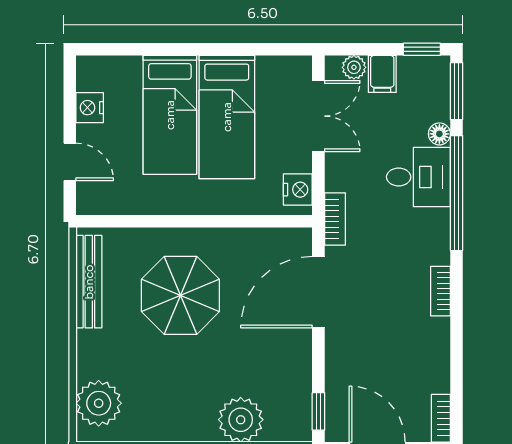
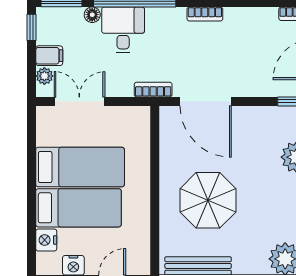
nightstand: (298, 190) -> (46, 240), moved, turned -90

